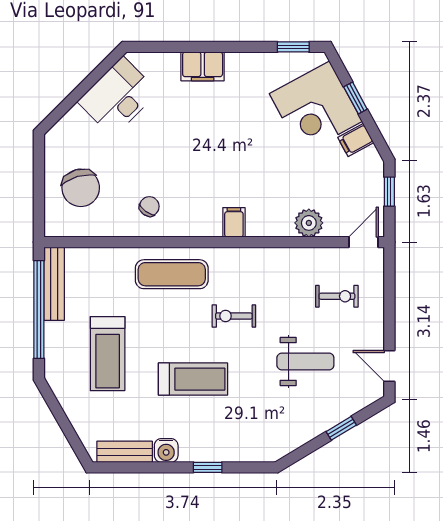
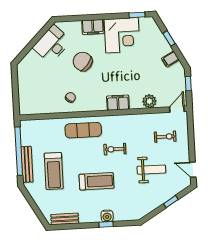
corner desk: (316, 108) -> (122, 35), moved, turned -62
chair: (81, 188) -> (83, 61), moved, turned 145
filing cabinet: (234, 222) -> (118, 103), width x2.00
bench: (54, 284) -> (27, 164), moved
water cooler: (166, 450) -> (107, 216), moved

